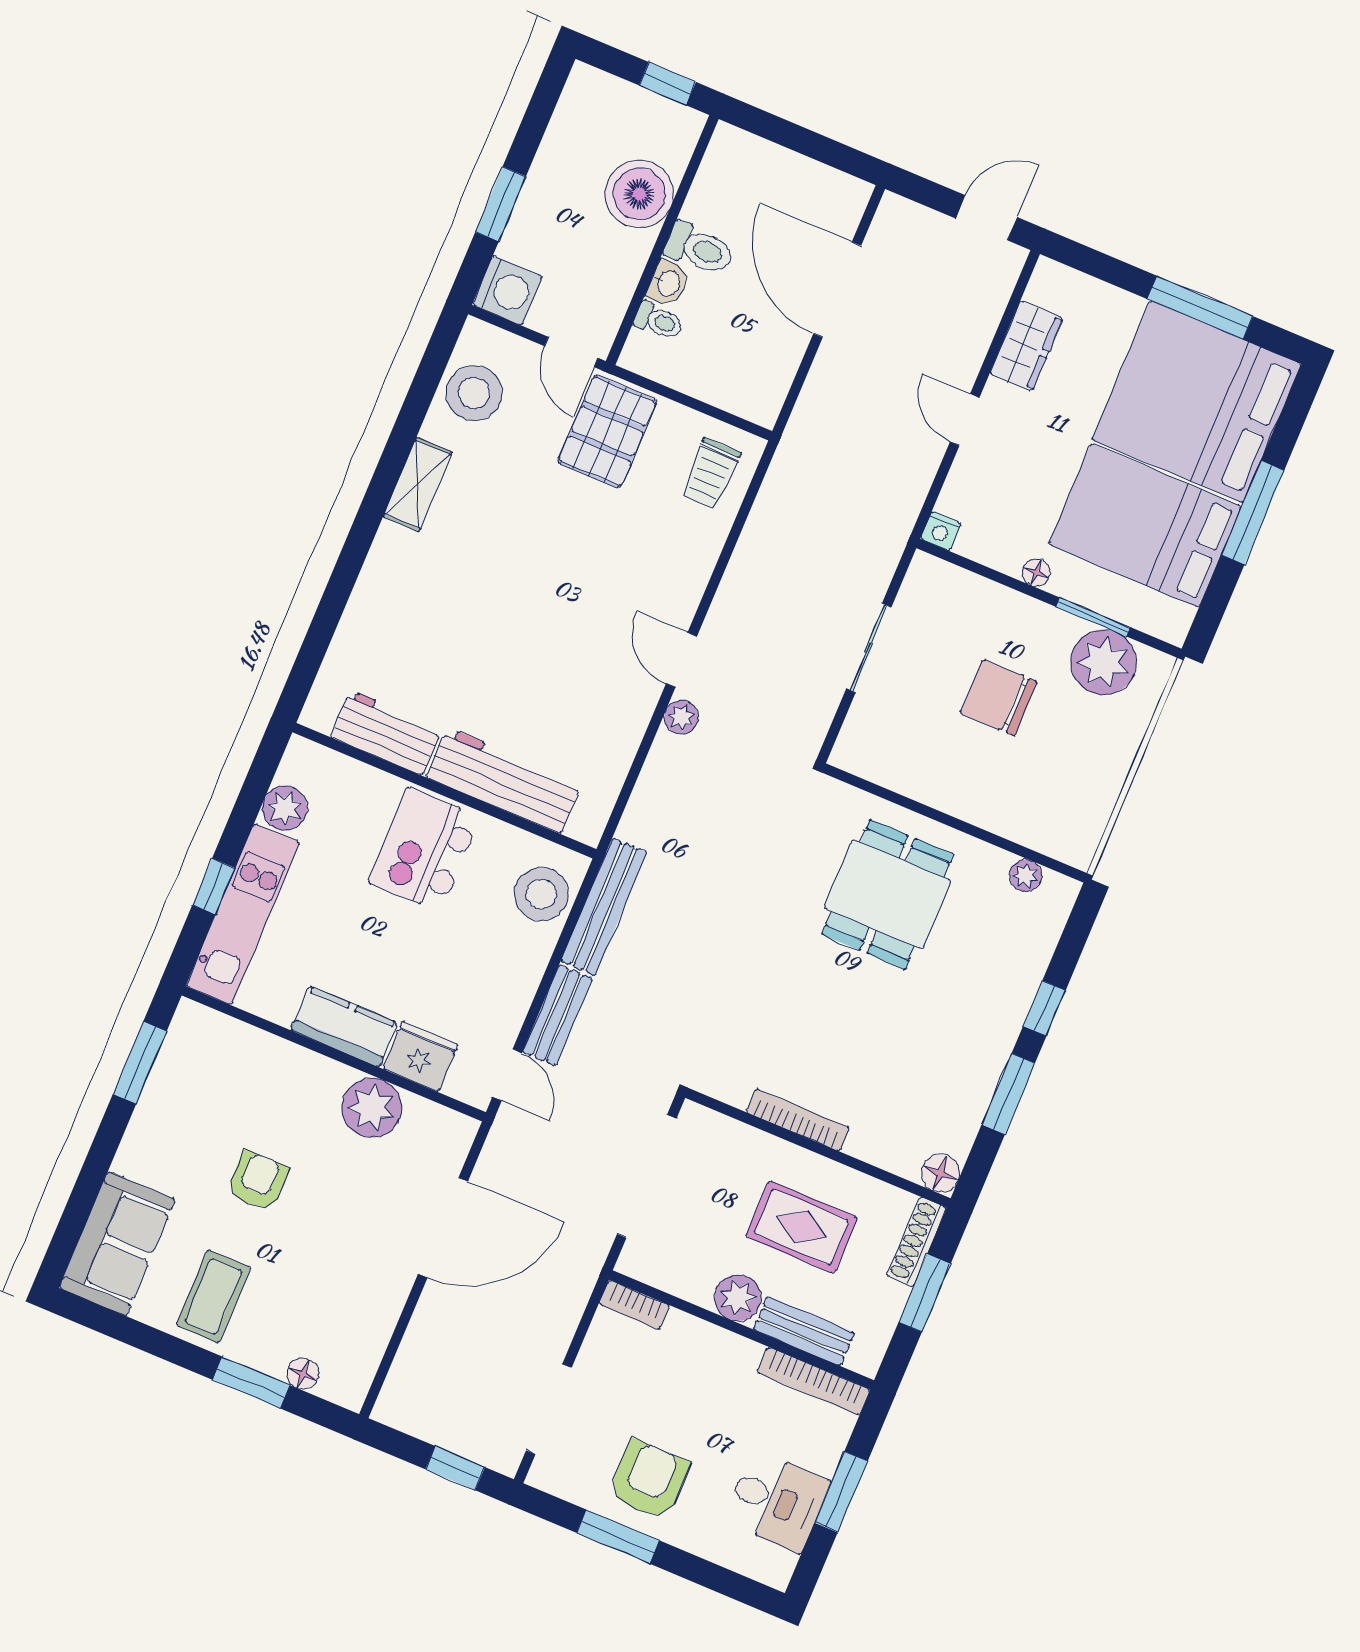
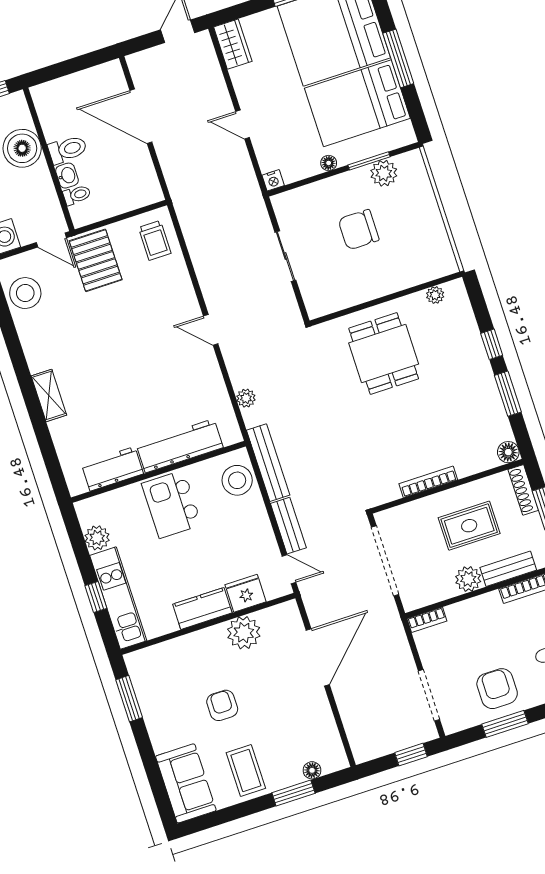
wardrobe: (1026, 346) -> (233, 44), moved
shelving: (418, 484) -> (49, 395), moved
plant: (1104, 662) -> (384, 173), width x0.73, depth x0.73
plant: (681, 717) -> (246, 398), moved

